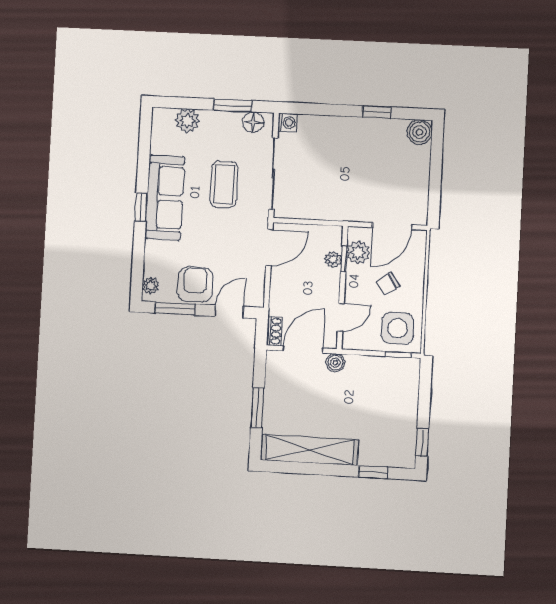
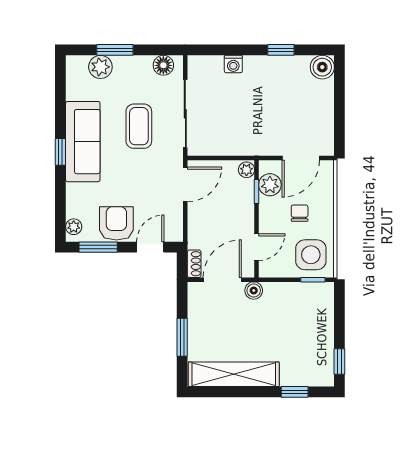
window: (233, 105) -> (115, 50), moved
washing machine: (287, 123) -> (233, 64), moved, turned 90
plant: (333, 260) -> (246, 170), moved
chair: (388, 284) -> (300, 213), turned 124

